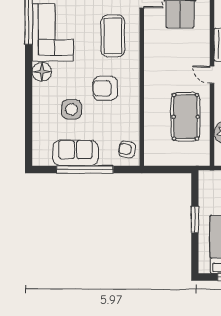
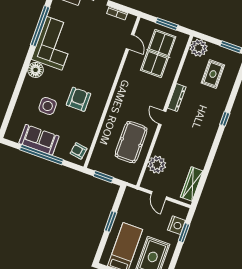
coffee table: (113, 36) -> (98, 62), removed
armchair: (105, 88) -> (79, 99), turned 90
window: (167, 170) -> (103, 177), added

